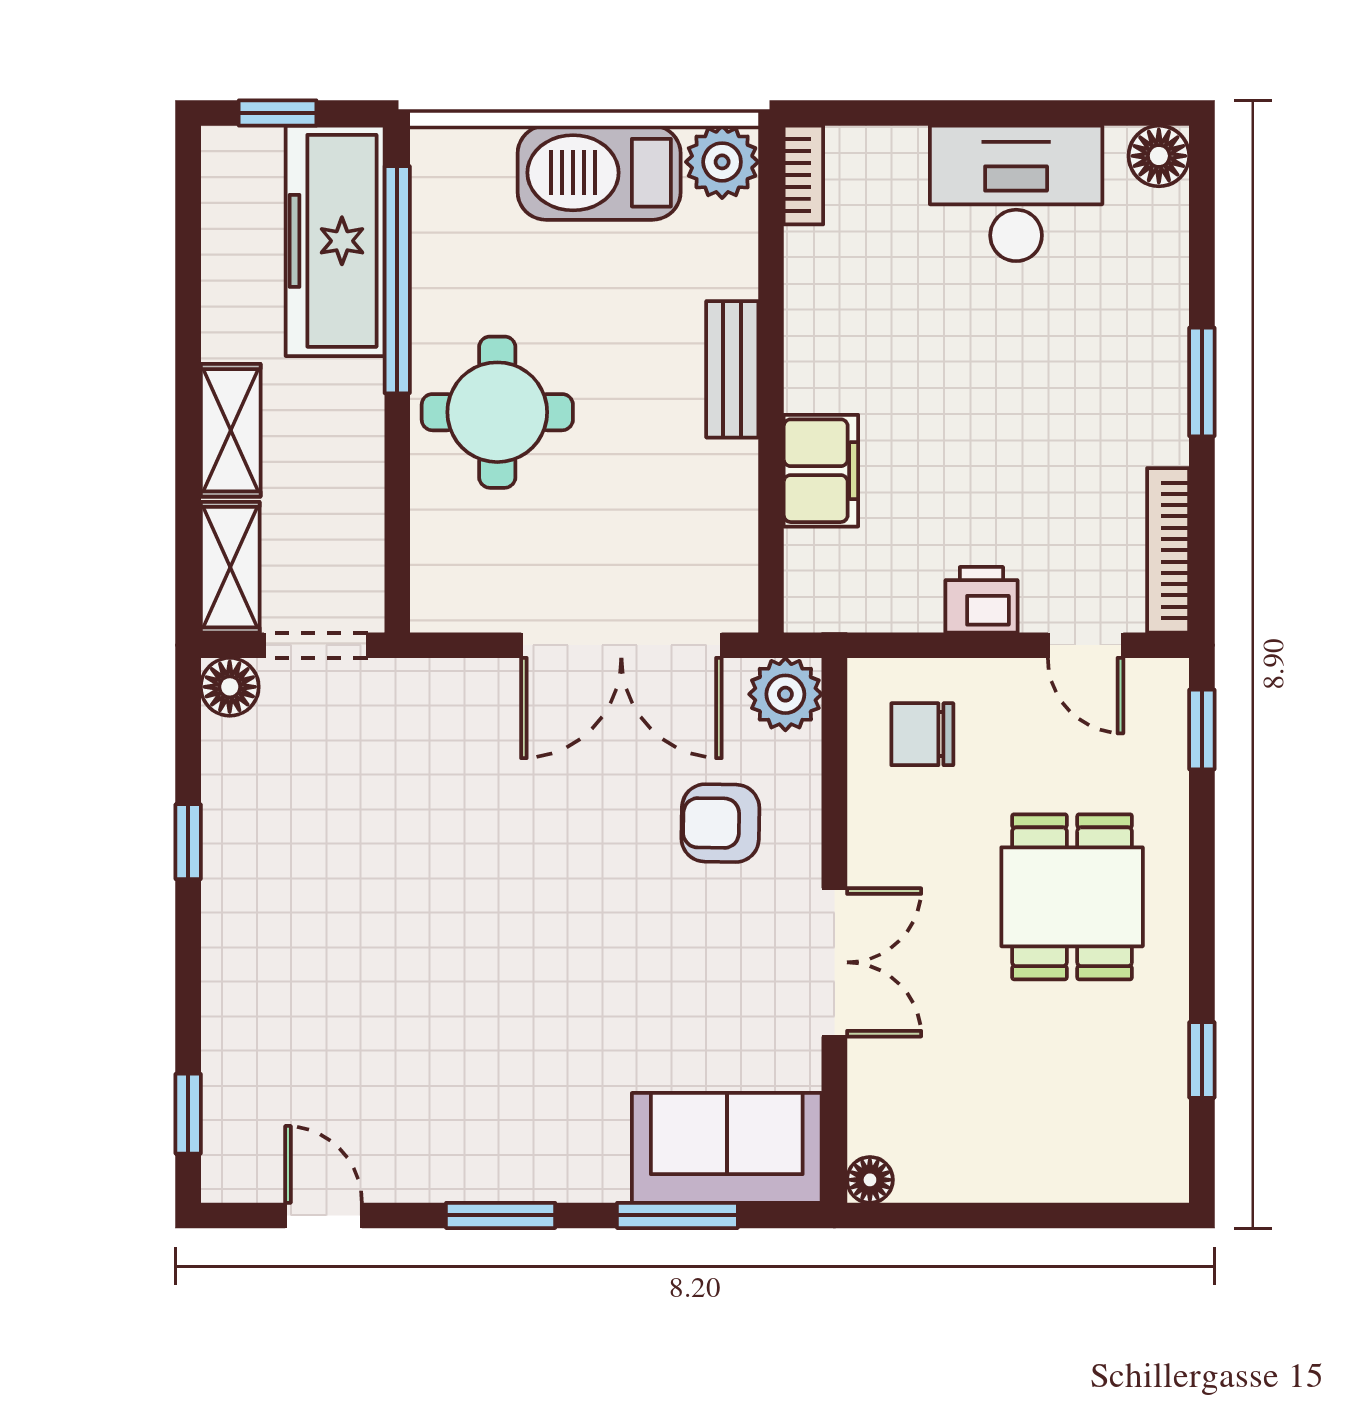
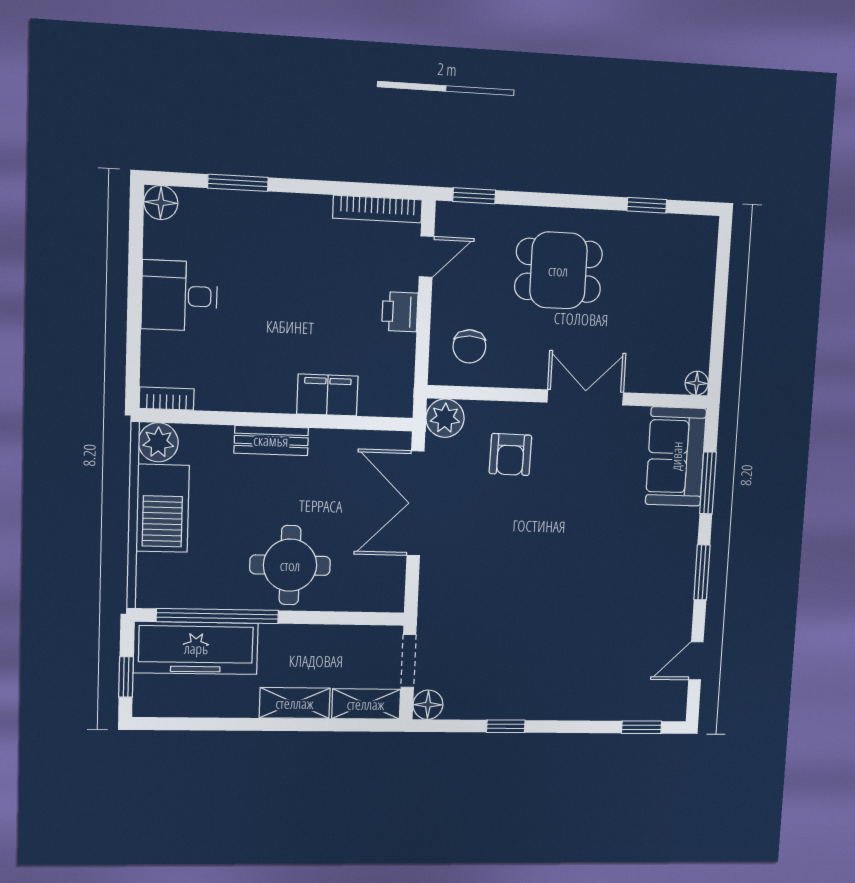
desk: (1016, 193) -> (179, 296), width x0.73
window: (1202, 382) -> (238, 183), moved
double door: (621, 645) -> (415, 503), swing flipped

